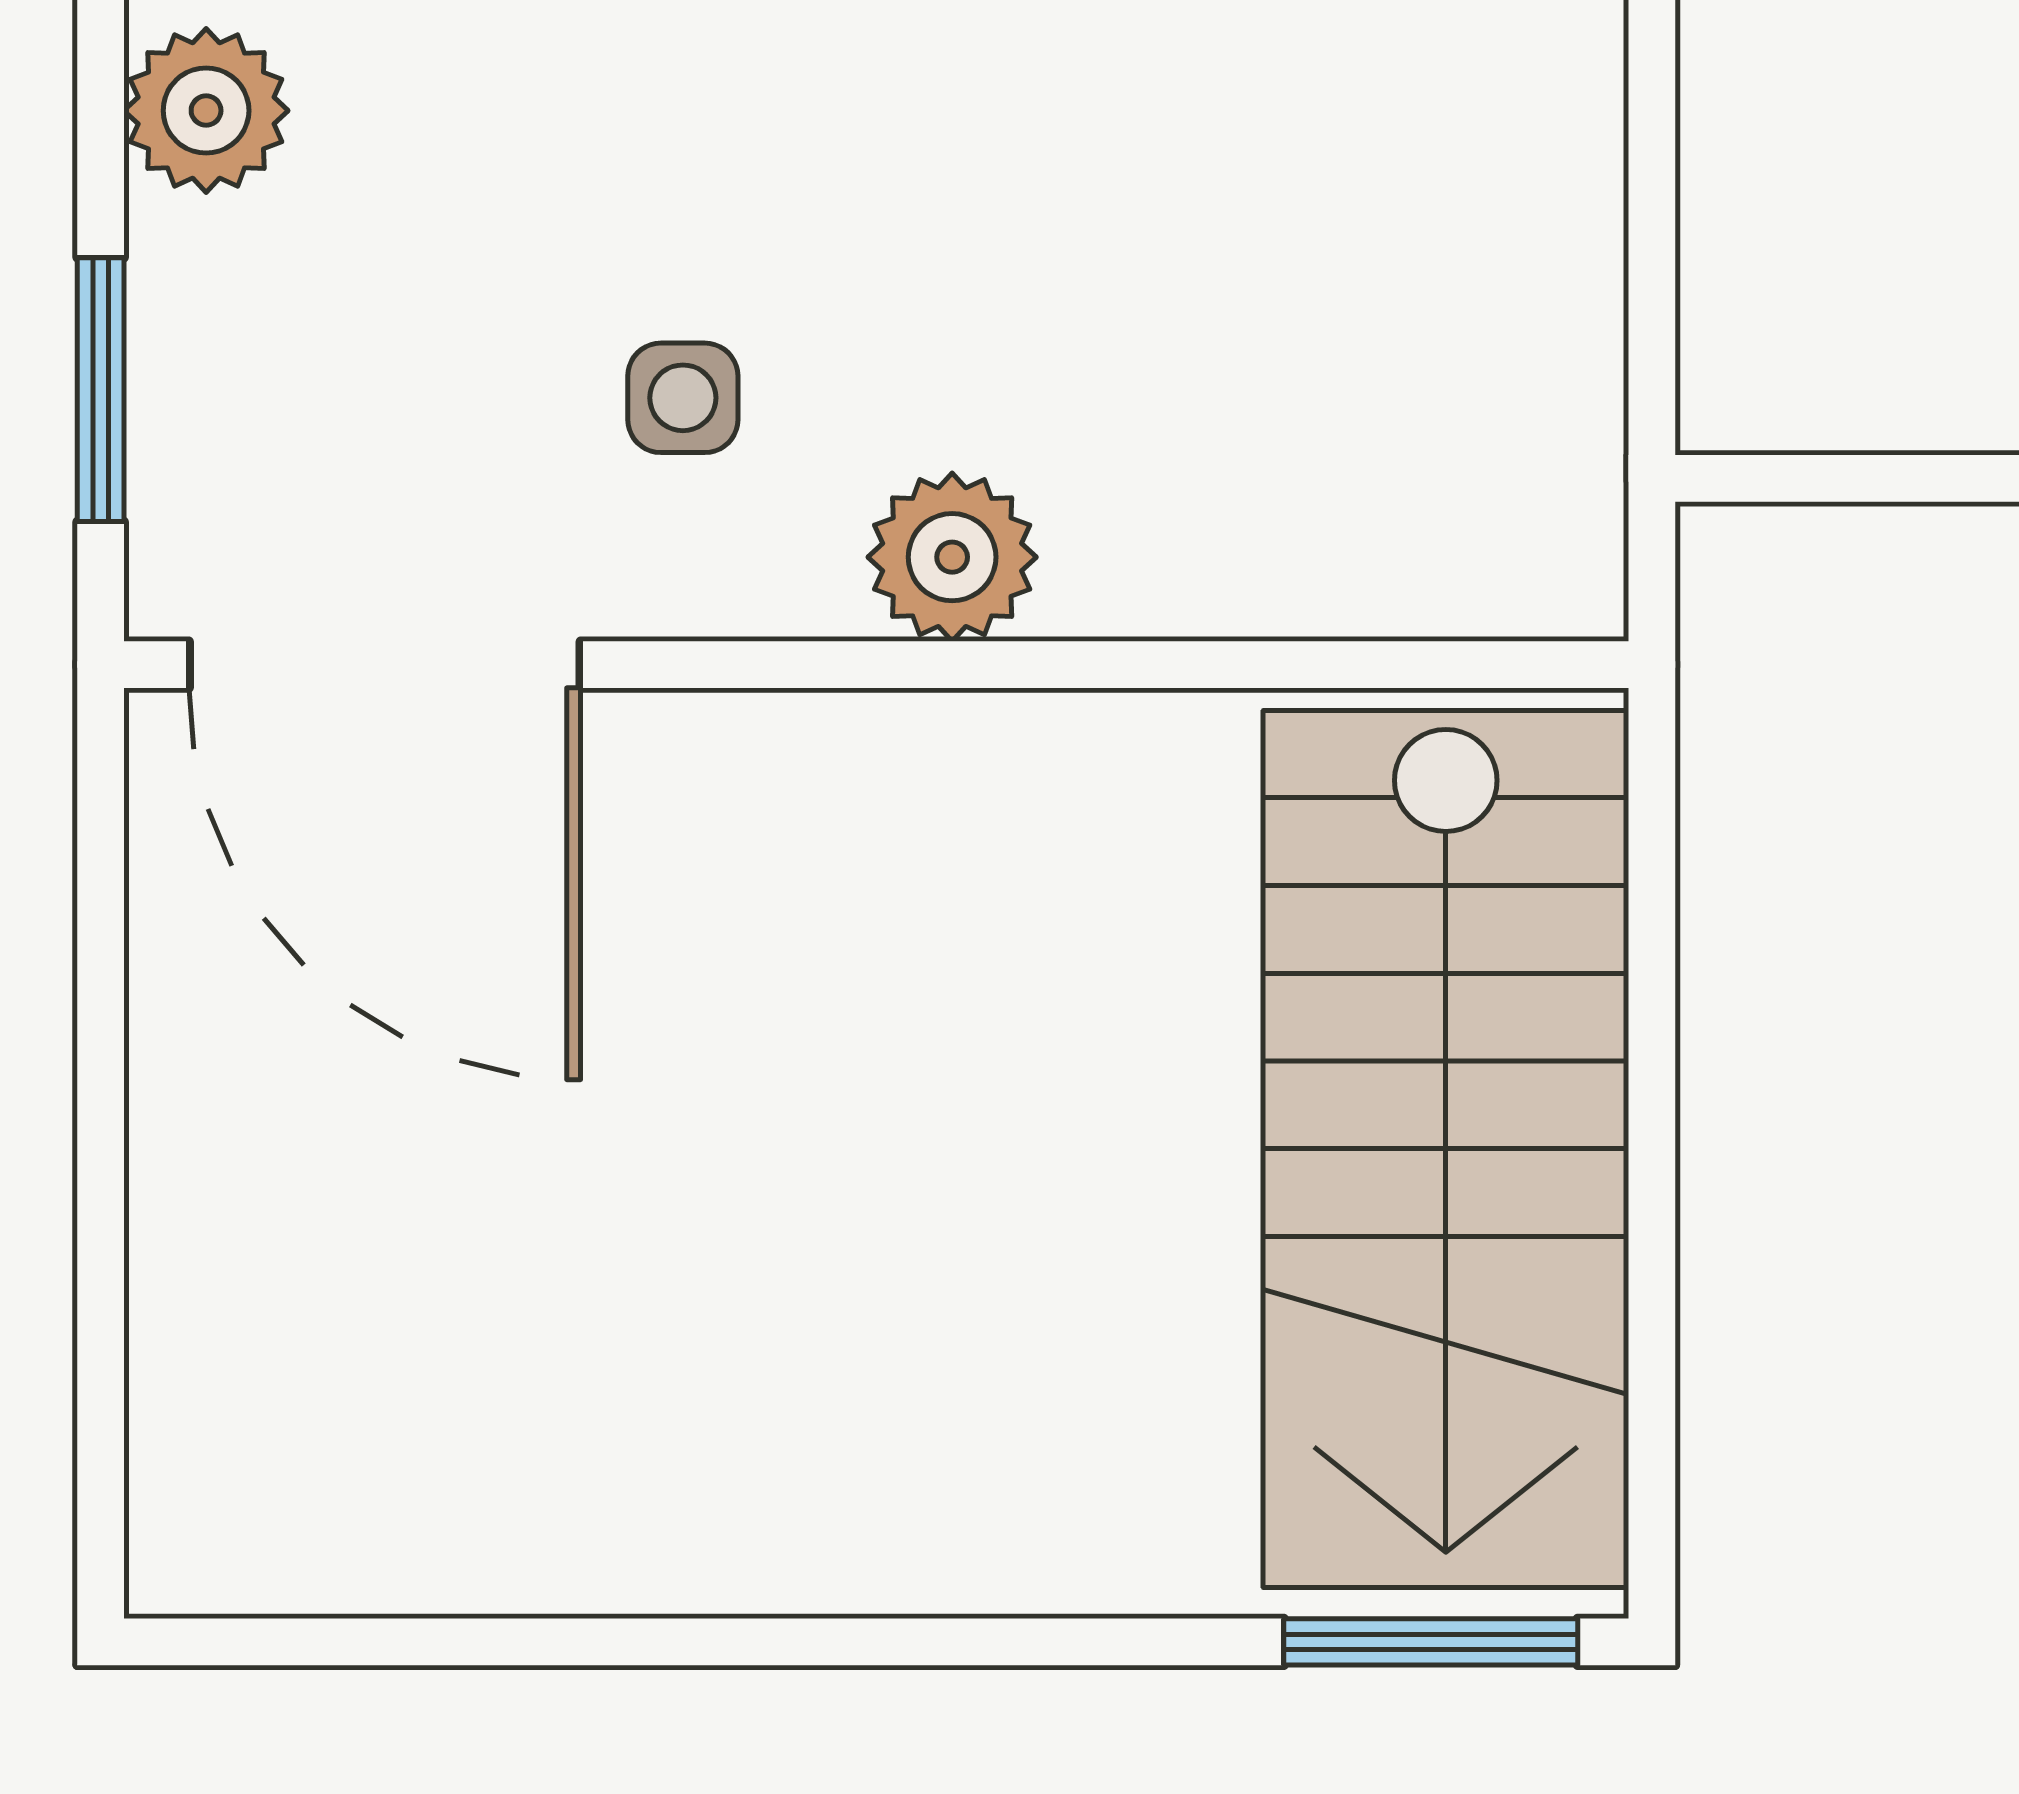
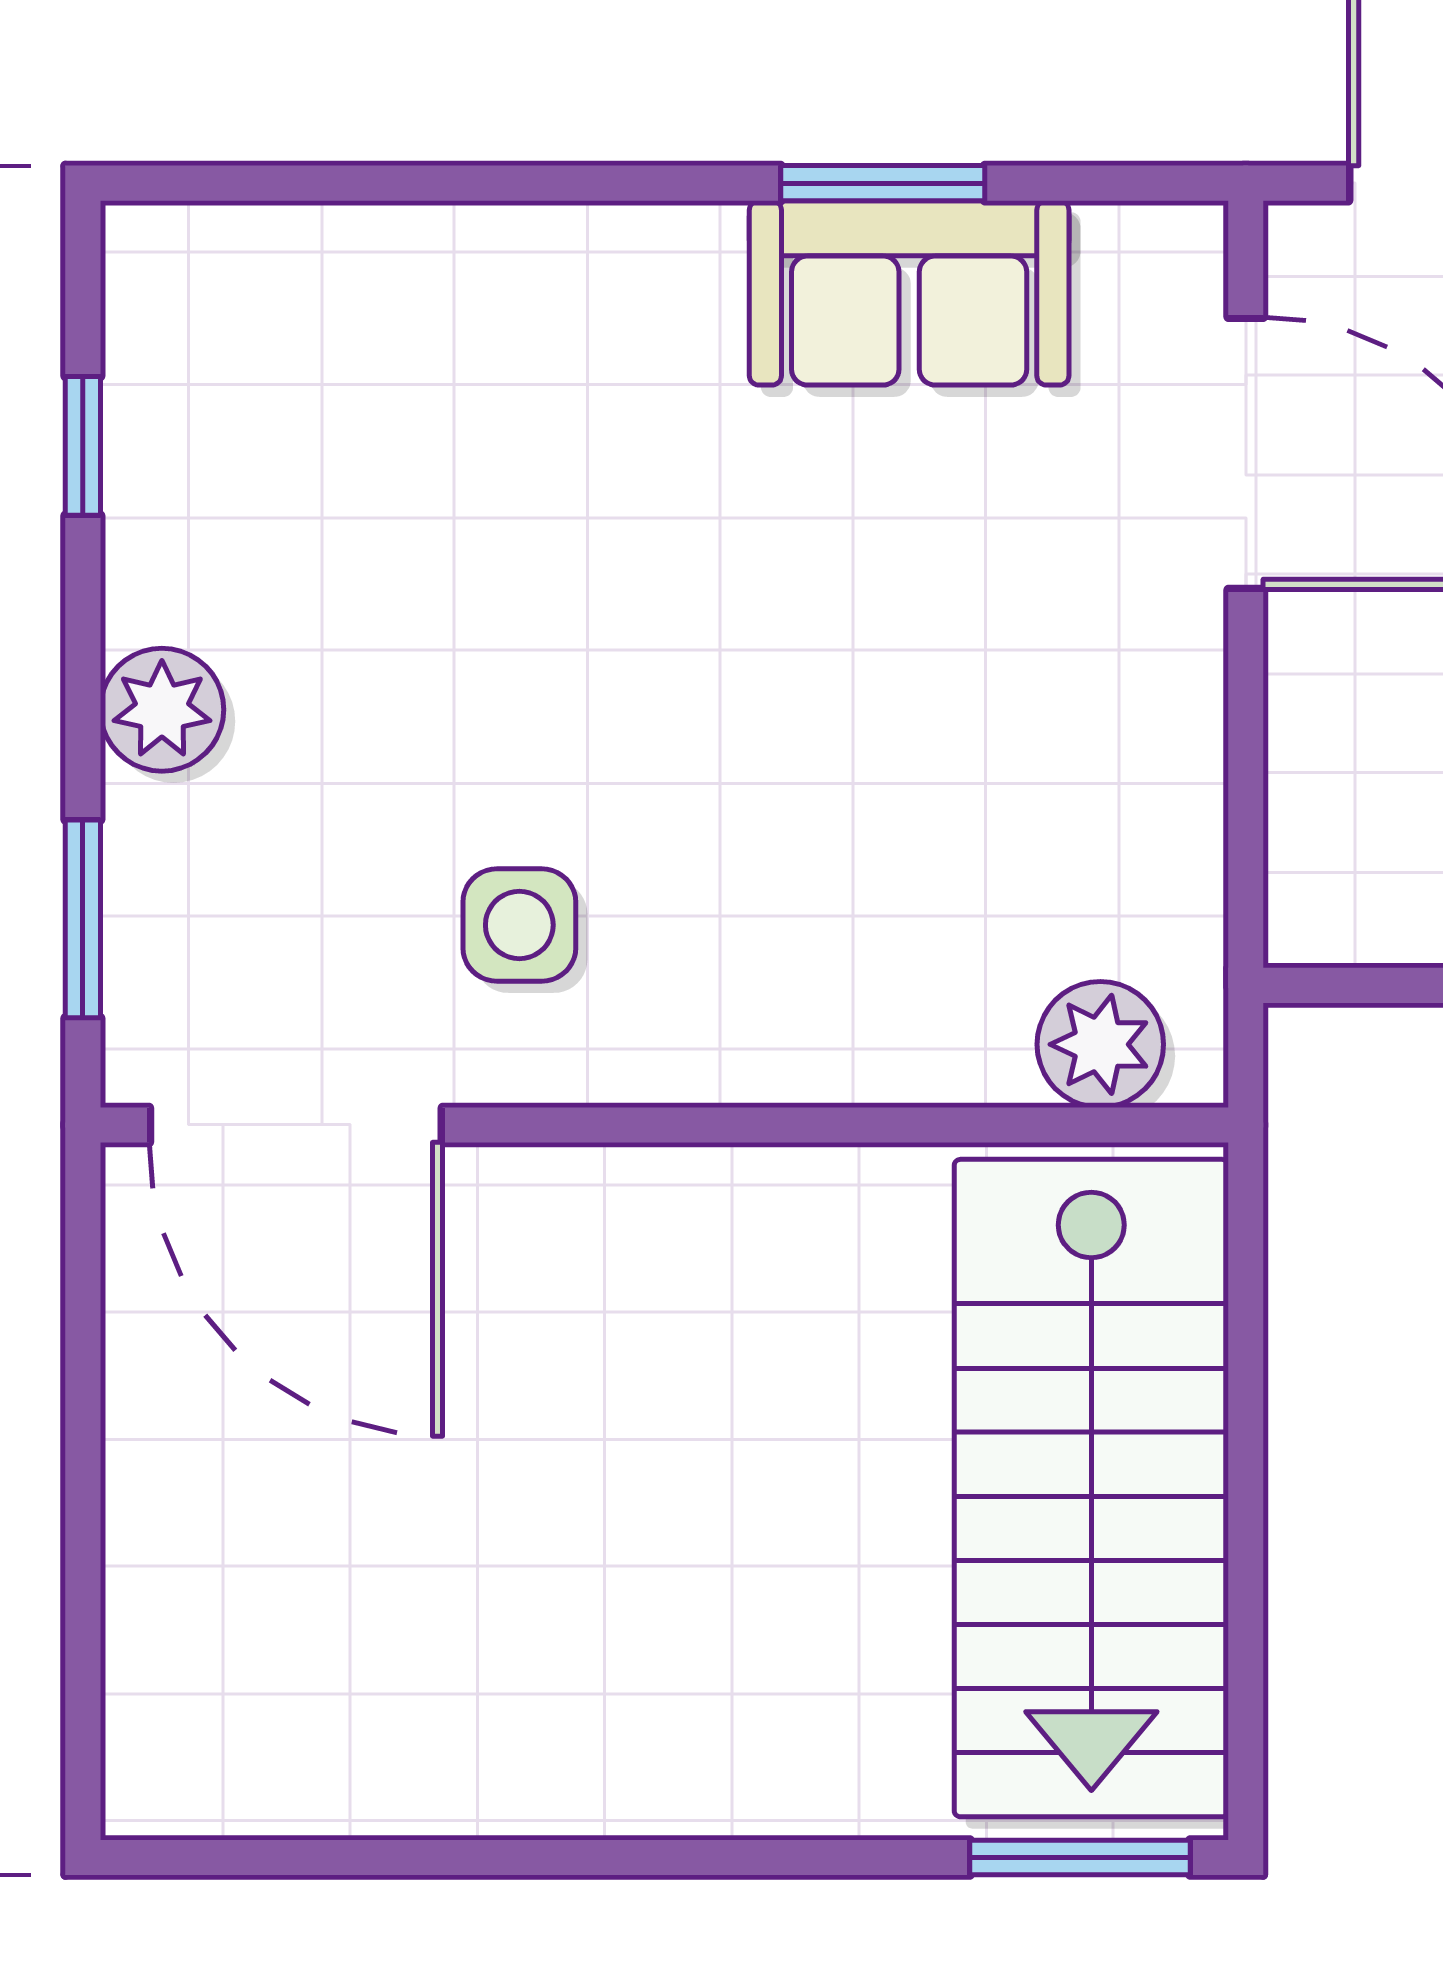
side table: (683, 398) -> (519, 925), width x1.37, depth x1.37
plant: (952, 557) -> (1100, 1044), moved

